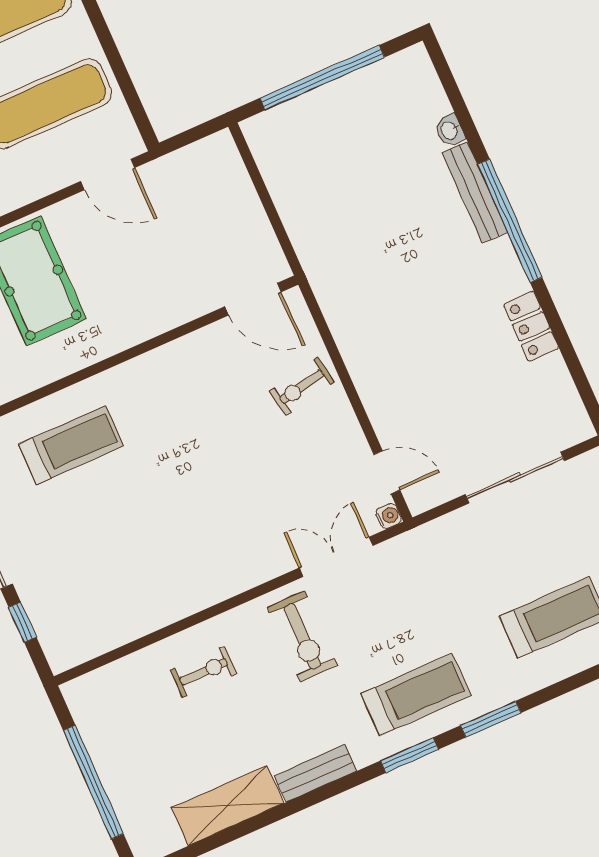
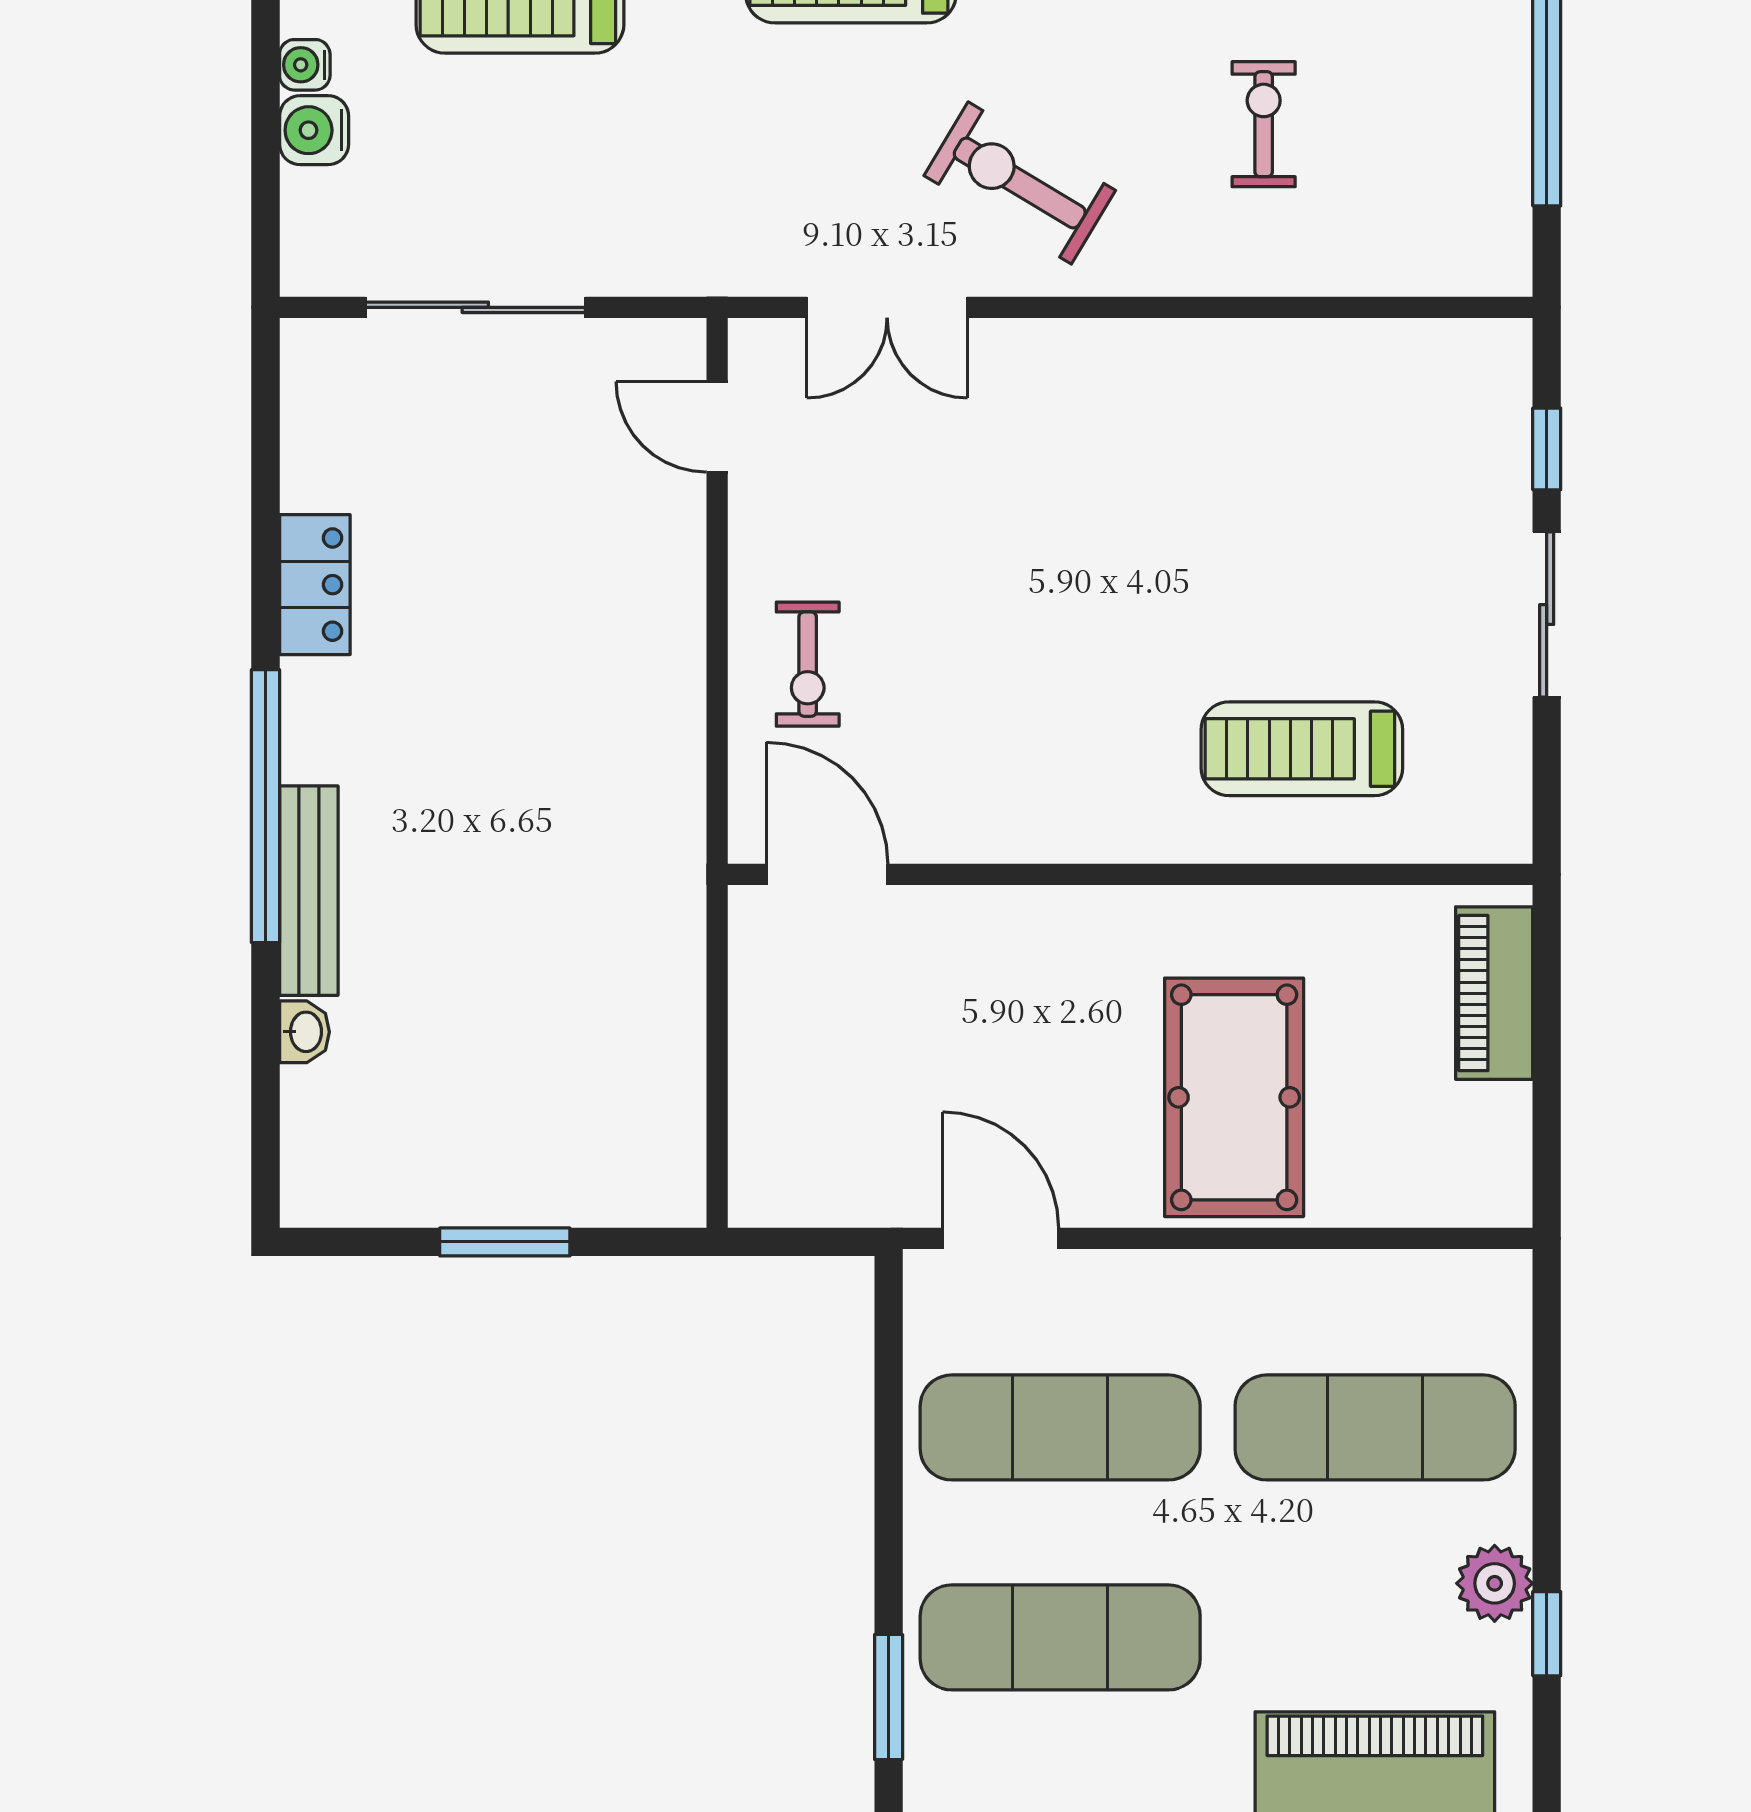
window: (322, 78) -> (505, 1242), width x0.47
exercise bike: (302, 387) -> (808, 664), turned 101
water cooler: (388, 516) -> (751, 341), removed
exercise bike: (302, 636) -> (1020, 183), turned -59
exercise bike: (204, 672) -> (1264, 124), moved, turned 90

